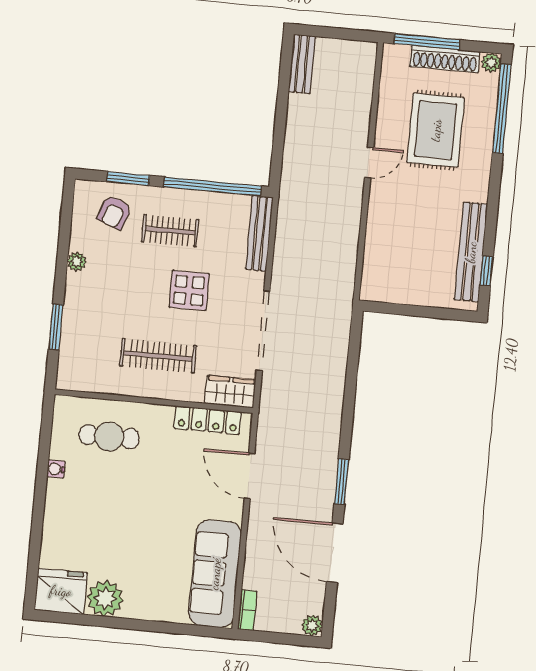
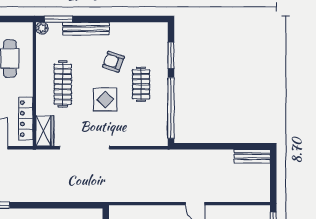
armchair: (114, 212) -> (113, 62), moved
bench: (259, 233) -> (86, 29), moved
plant: (77, 262) -> (42, 28), moved
window: (56, 327) -> (58, 19), moved

